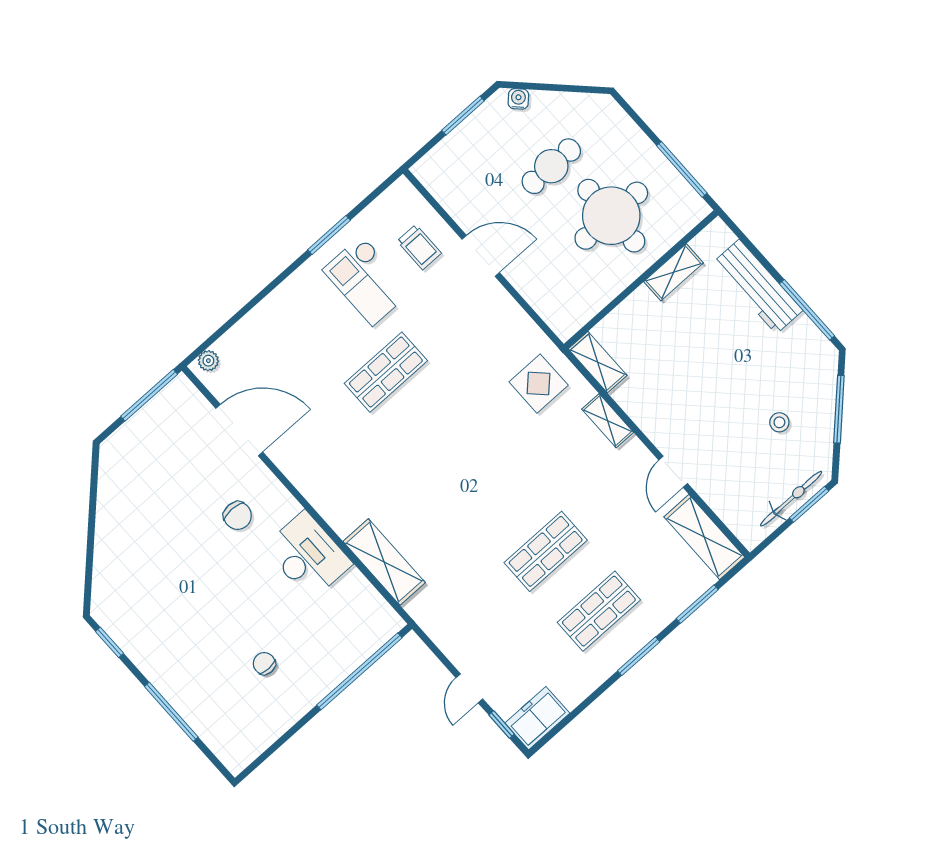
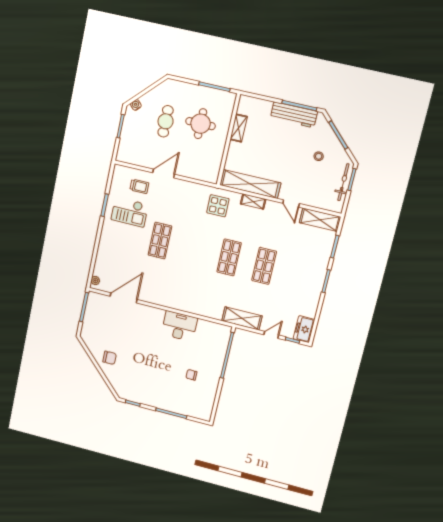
round table: (611, 216) -> (201, 124), width x0.73, depth x0.73
workbench: (758, 287) -> (294, 115), moved
shelving: (598, 362) -> (250, 184), width x2.20, depth x1.33
chair: (238, 516) -> (110, 358), moved
shelving: (384, 562) -> (242, 318), moved
shop shelf: (599, 611) -> (229, 257), moved
door: (469, 688) -> (271, 335), swing flipped

